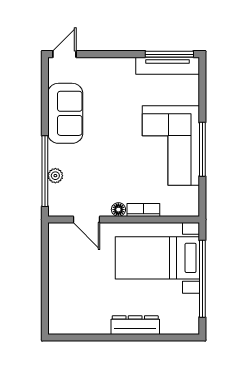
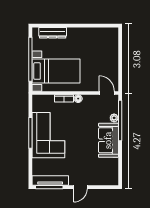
door: (64, 54) -> (80, 187), moved
sofa: (65, 113) -> (108, 140), moved
door: (87, 219) -> (107, 93), moved
dresser: (135, 325) -> (53, 33), moved

